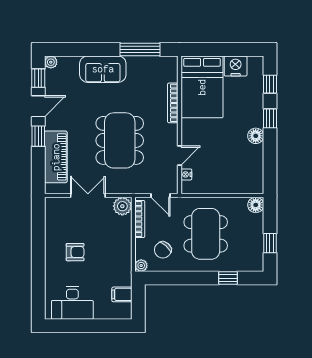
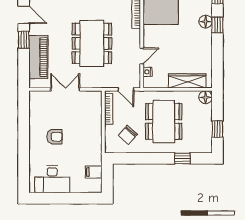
door: (38, 106) -> (24, 15), hinge flipped
floor lamp: (256, 136) -> (206, 22), moved
wardrobe: (234, 185) -> (187, 81), added
plant: (122, 206) -> (94, 98), removed
plant: (141, 266) -> (110, 148), removed

